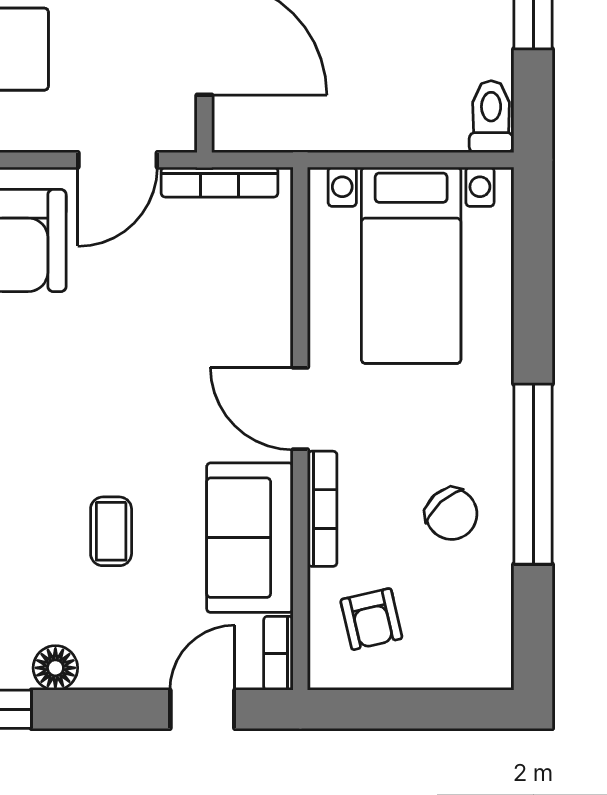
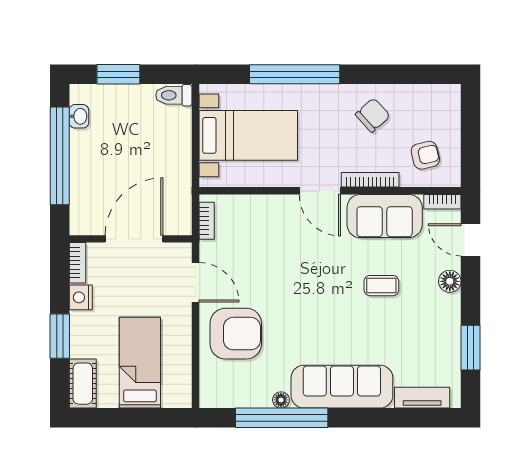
bookcase: (220, 182) -> (207, 221), width x0.64
door: (300, 409) -> (320, 191), hinge flipped
window: (533, 474) -> (295, 74), moved
floor lamp: (55, 668) -> (450, 281), moved

